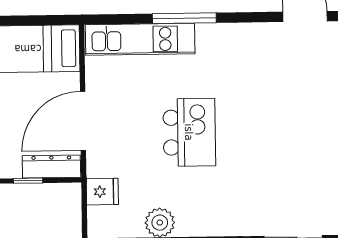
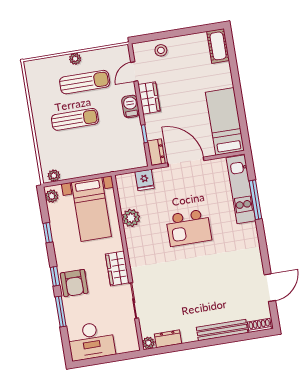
window: (184, 18) -> (255, 200), moved
dresser: (51, 167) -> (156, 152), width x0.70

